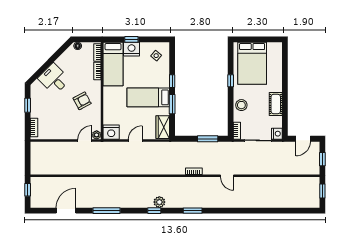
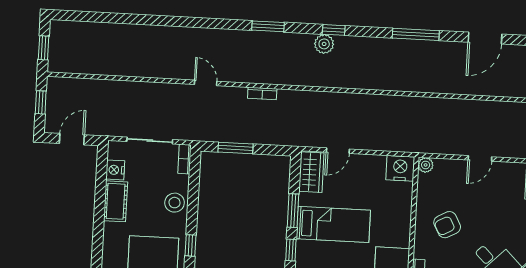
nightstand: (277, 134) -> (115, 170), moved
door: (85, 140) -> (480, 158), moved
door: (135, 140) -> (338, 151), moved

